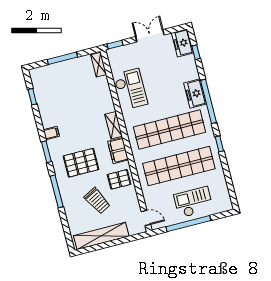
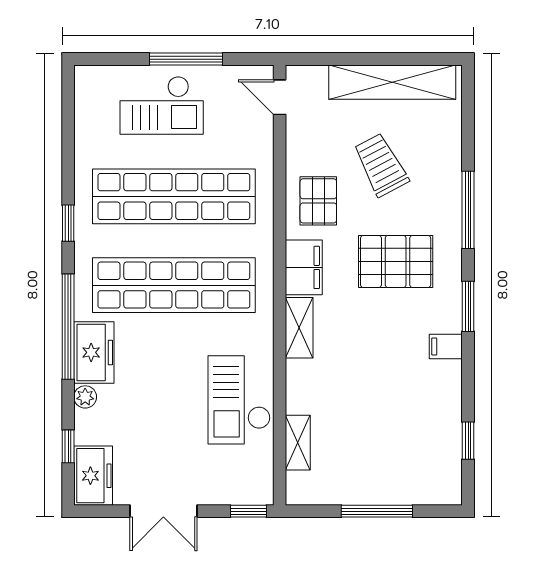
shelving: (99, 65) -> (298, 443), moved
plant: (194, 74) -> (85, 397), added
pallet: (119, 179) -> (318, 201), turned 90
window: (188, 224) -> (186, 59), width x0.68

